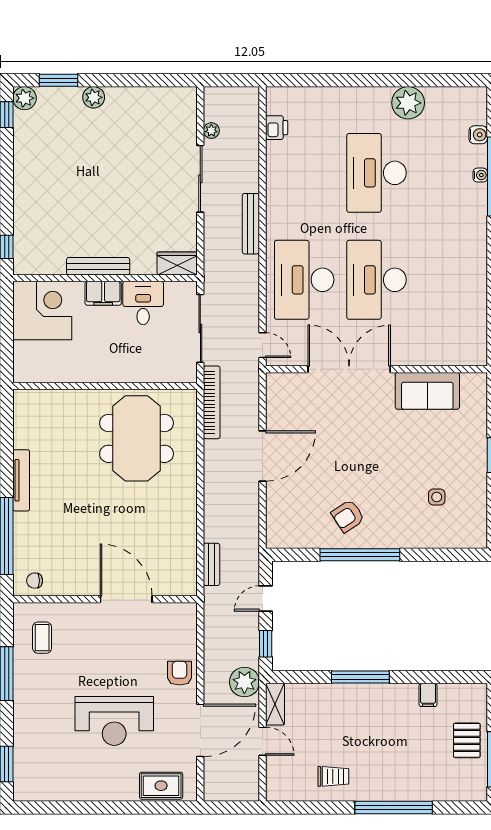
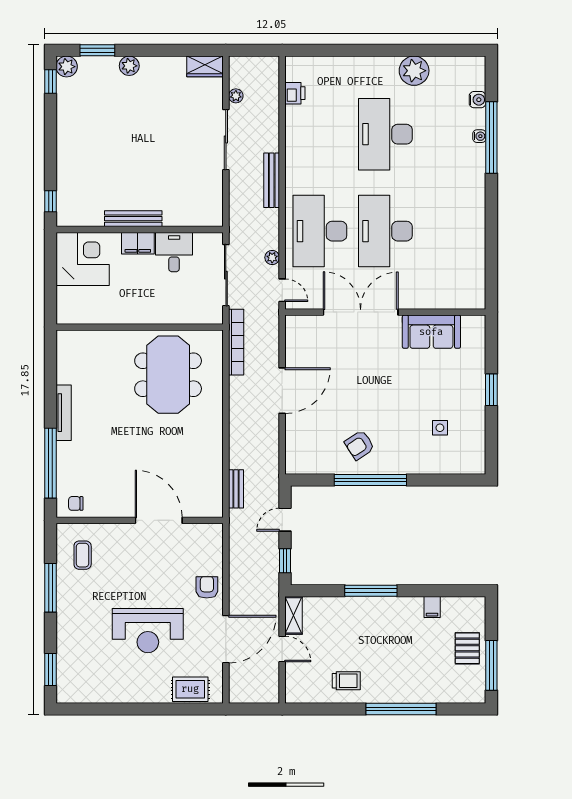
wardrobe: (177, 263) -> (205, 66), moved, turned 180
plant: (244, 682) -> (272, 257), moved, width x0.53, depth x0.53

